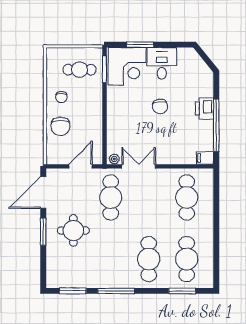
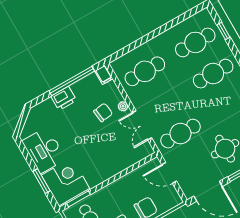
desk: (162, 63) -> (44, 150), width x1.37
chair: (160, 106) -> (103, 112), moved
plant: (114, 159) -> (123, 106), moved
window: (182, 291) -> (223, 31), width x0.67

